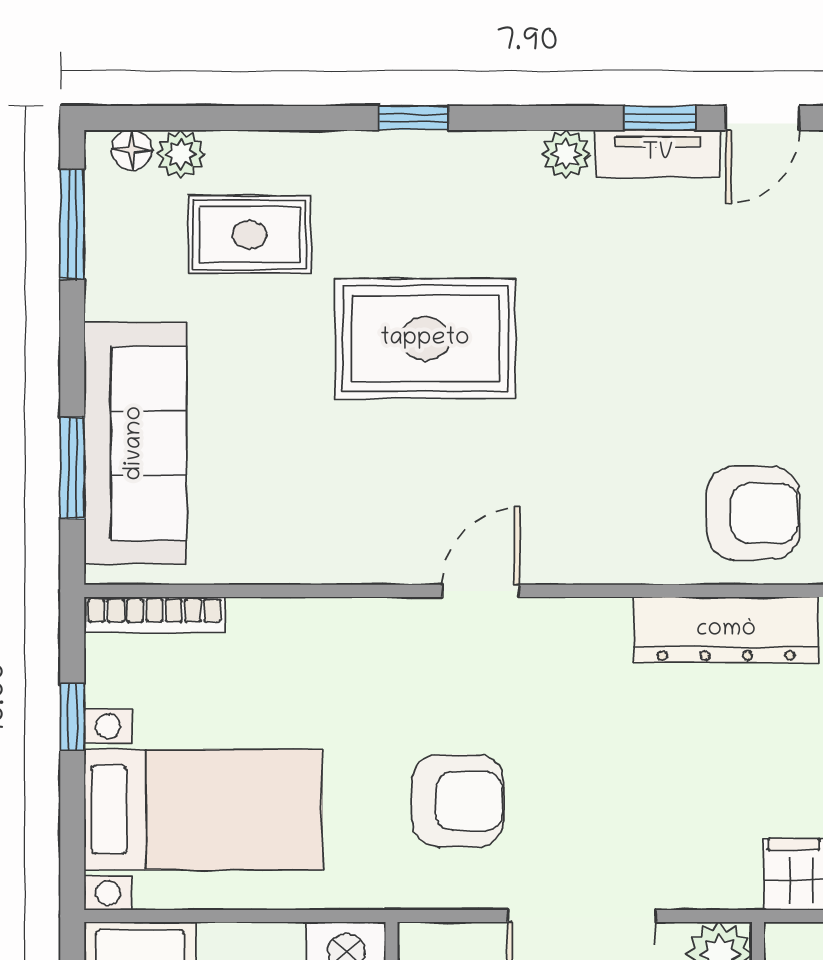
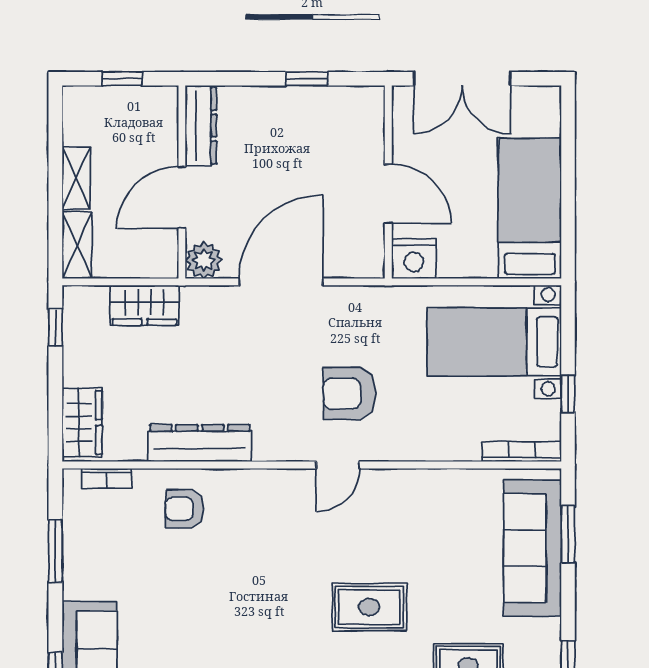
rug: (425, 339) -> (369, 607), width x0.73, depth x0.70
armchair: (753, 513) -> (185, 509), width x0.72, depth x0.72
armchair: (458, 801) -> (349, 394), moved

